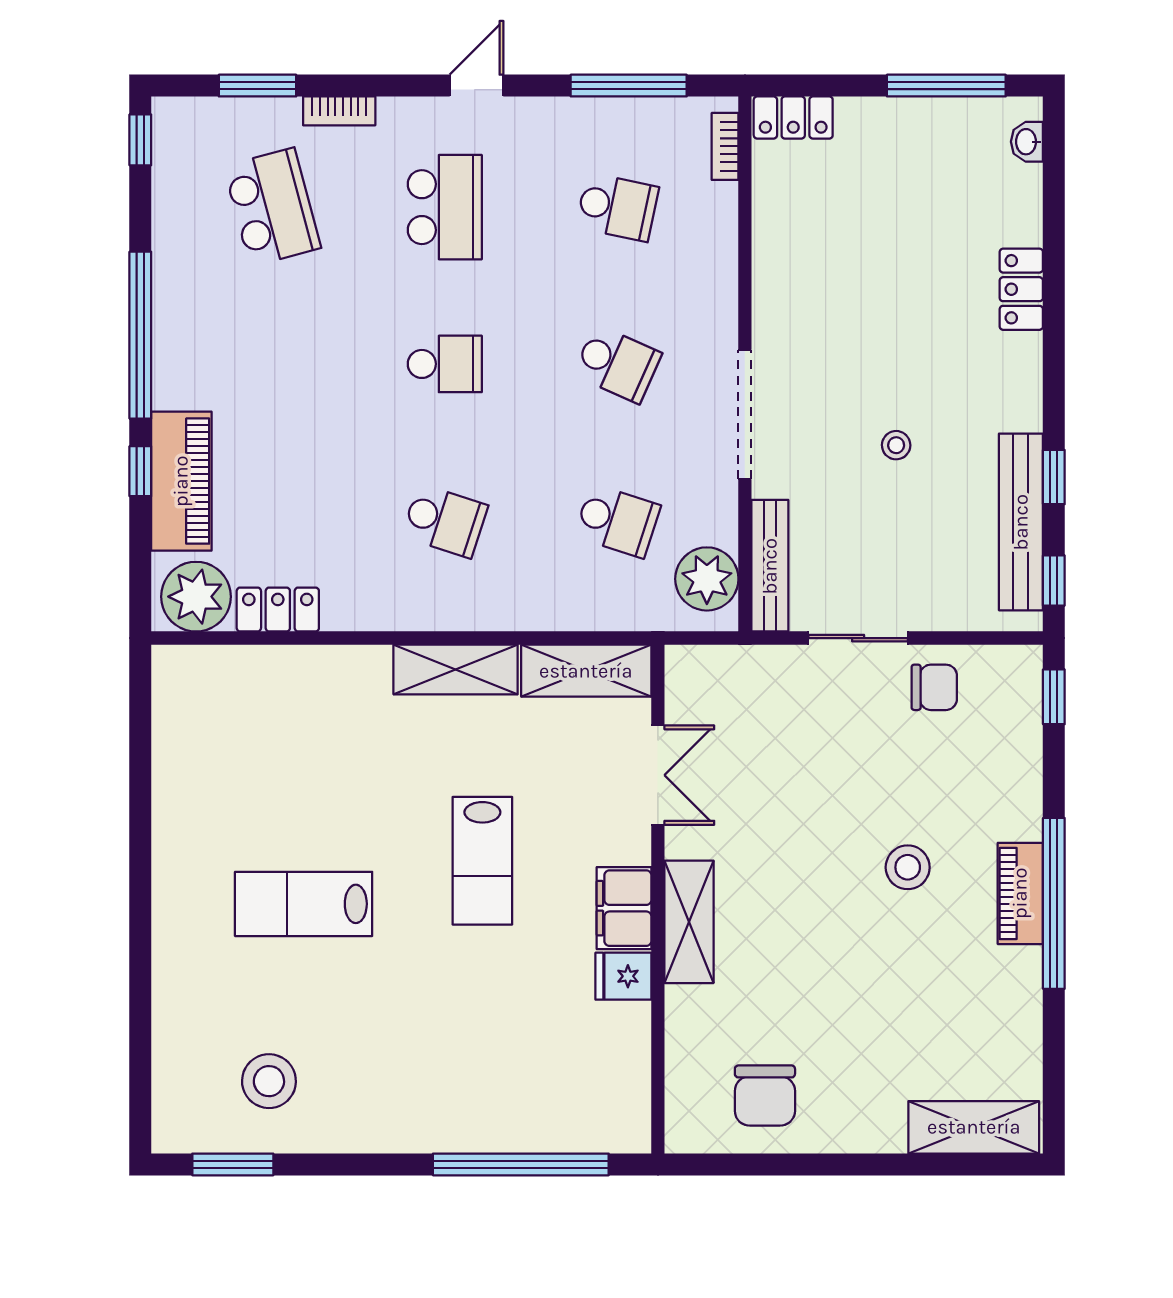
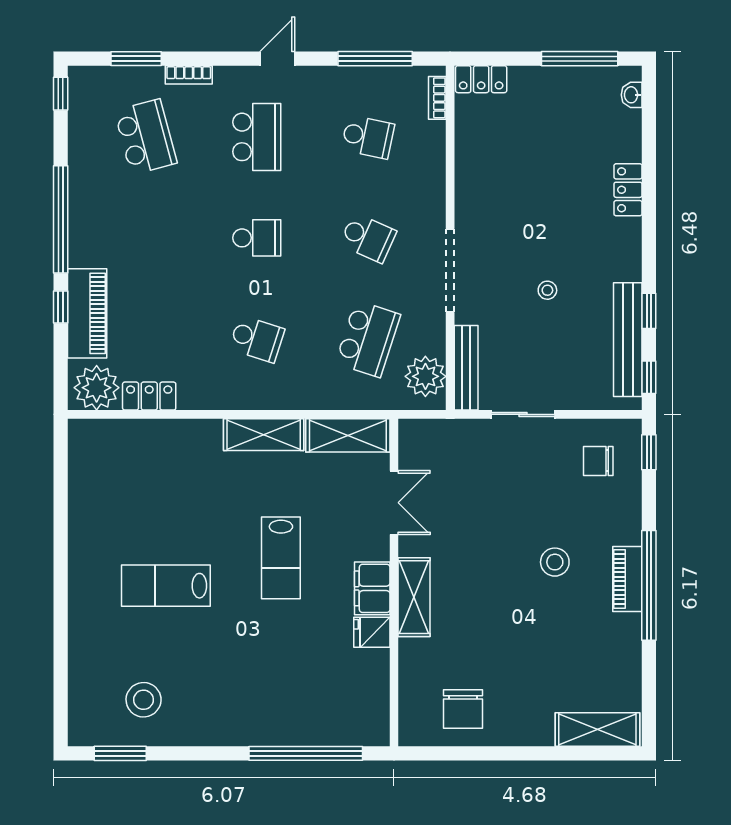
school desk: (617, 521) -> (368, 339), width x1.85
chair: (934, 687) -> (598, 461), moved, turned 180

